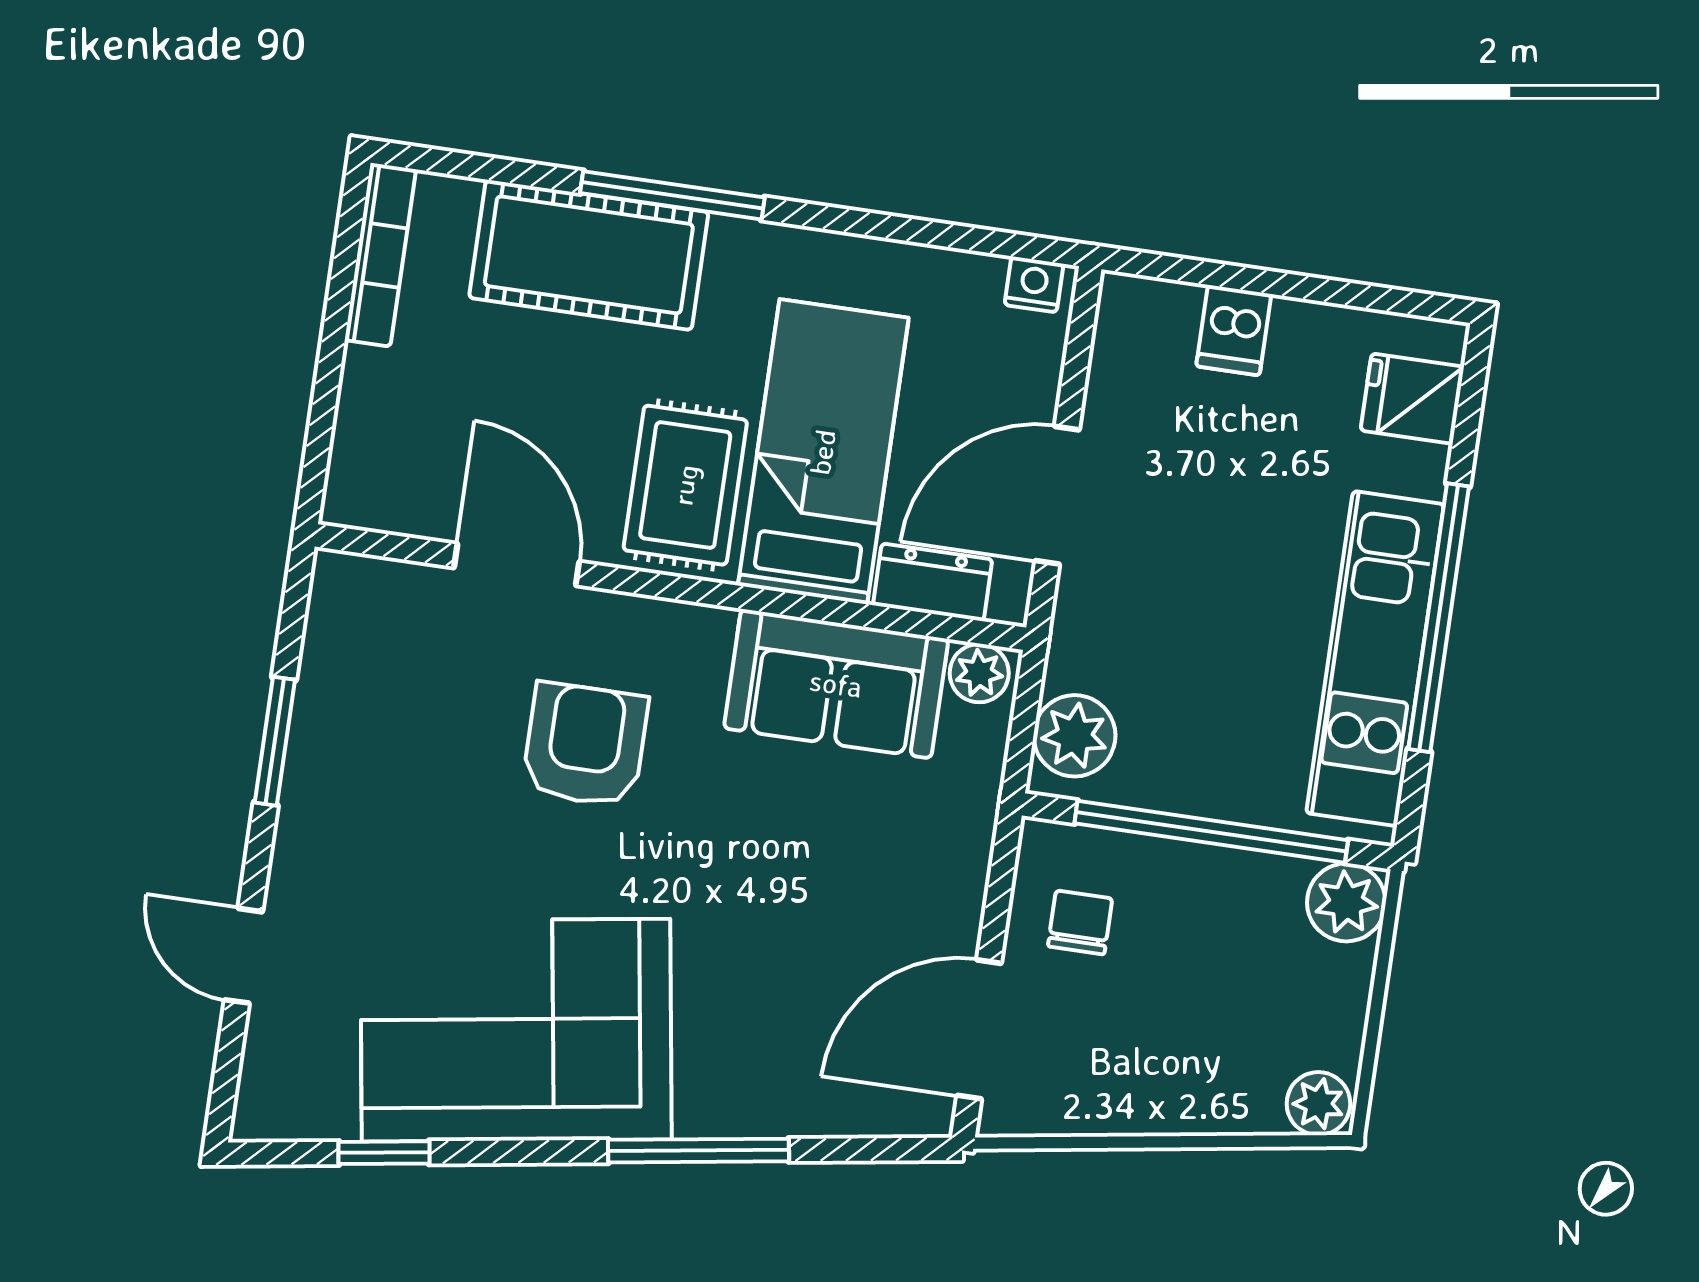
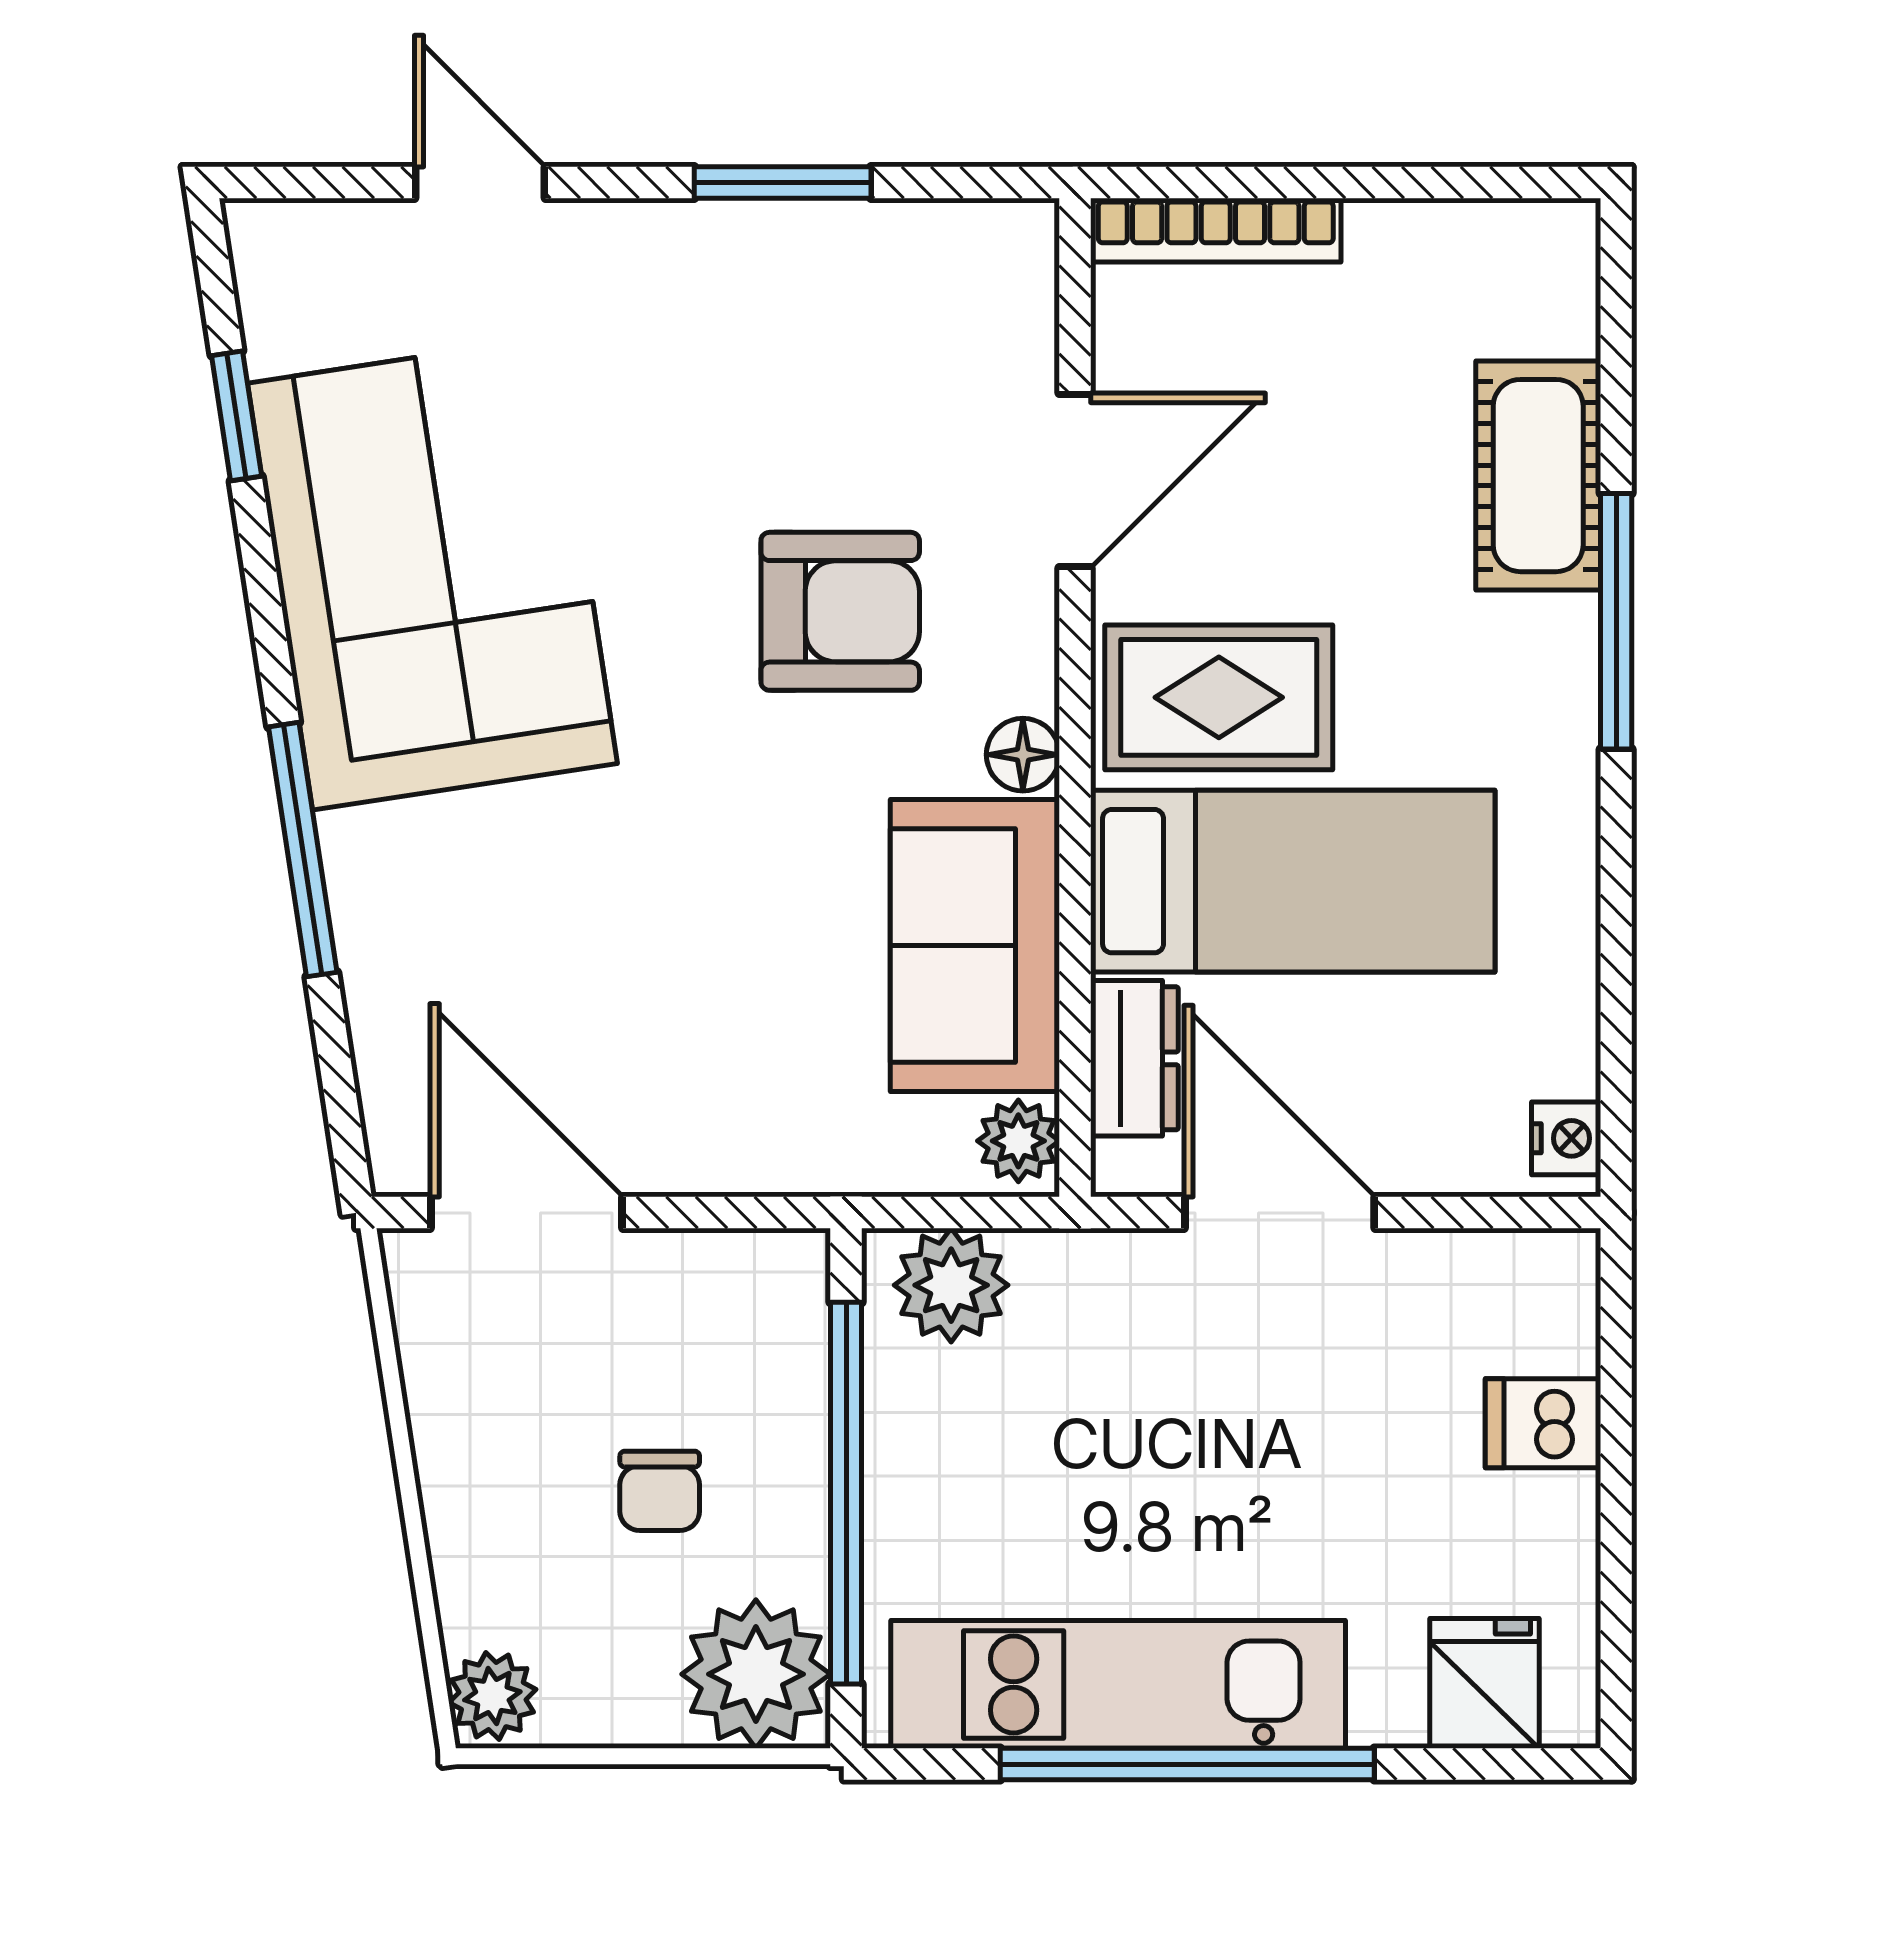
bookcase: (380, 255) -> (1216, 230), moved
cot: (589, 255) -> (1538, 476), width x0.73, depth x0.75
floor lamp: (706, 630) -> (1023, 755), added
plant: (1346, 902) -> (756, 1674), width x1.36, depth x1.36
chair: (1080, 922) -> (660, 1491), moved, turned 90
door: (244, 956) -> (480, 182), hinge flipped

